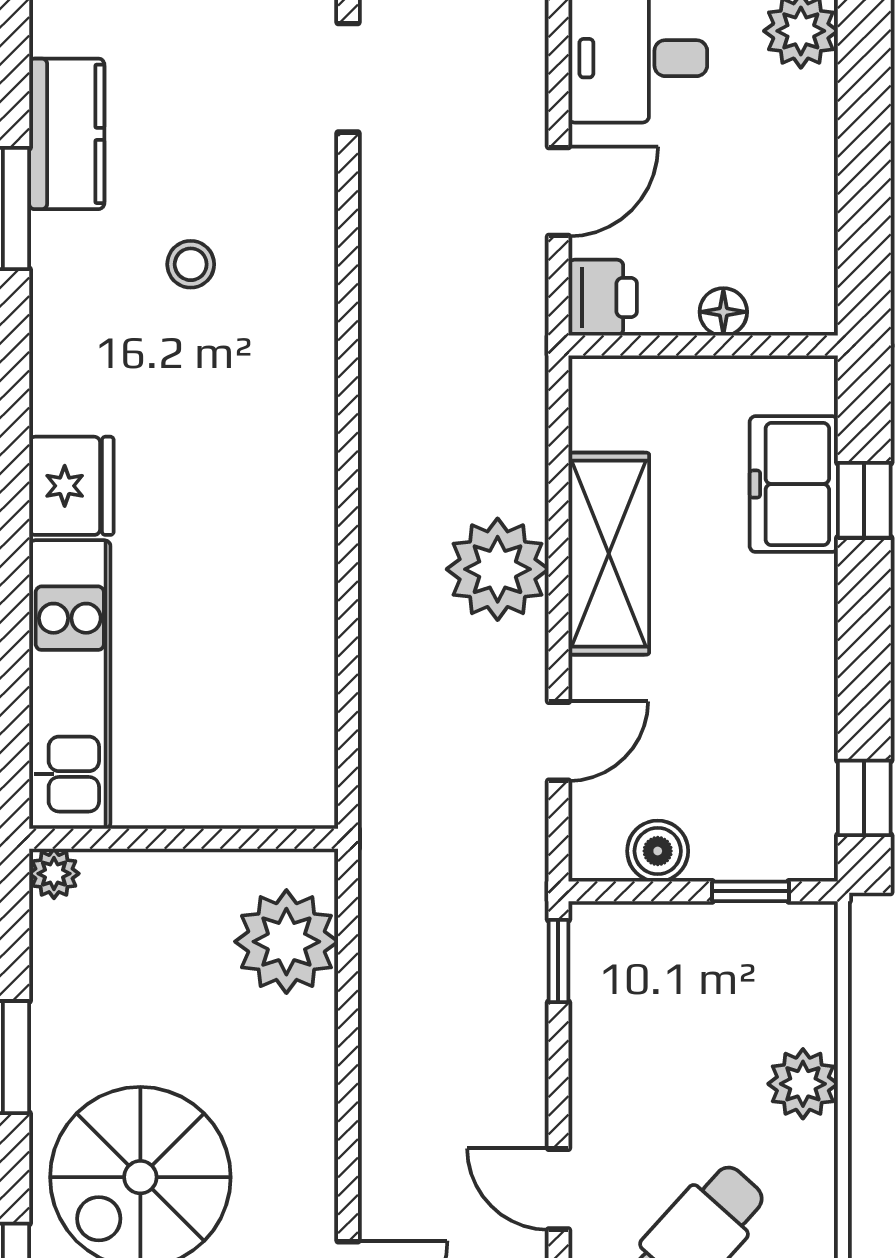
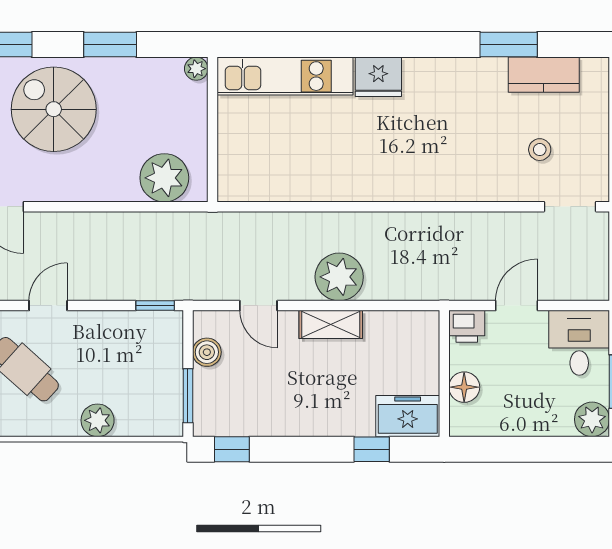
door: (558, 192) -> (517, 306), swing flipped
stool: (191, 264) -> (540, 150), moved
floor lamp: (723, 312) -> (464, 387), width x1.37, depth x1.37
freezer: (794, 484) -> (408, 416), moved
shelving: (609, 554) -> (331, 324), width x0.67, depth x0.75
window: (751, 891) -> (188, 396), width x1.50

